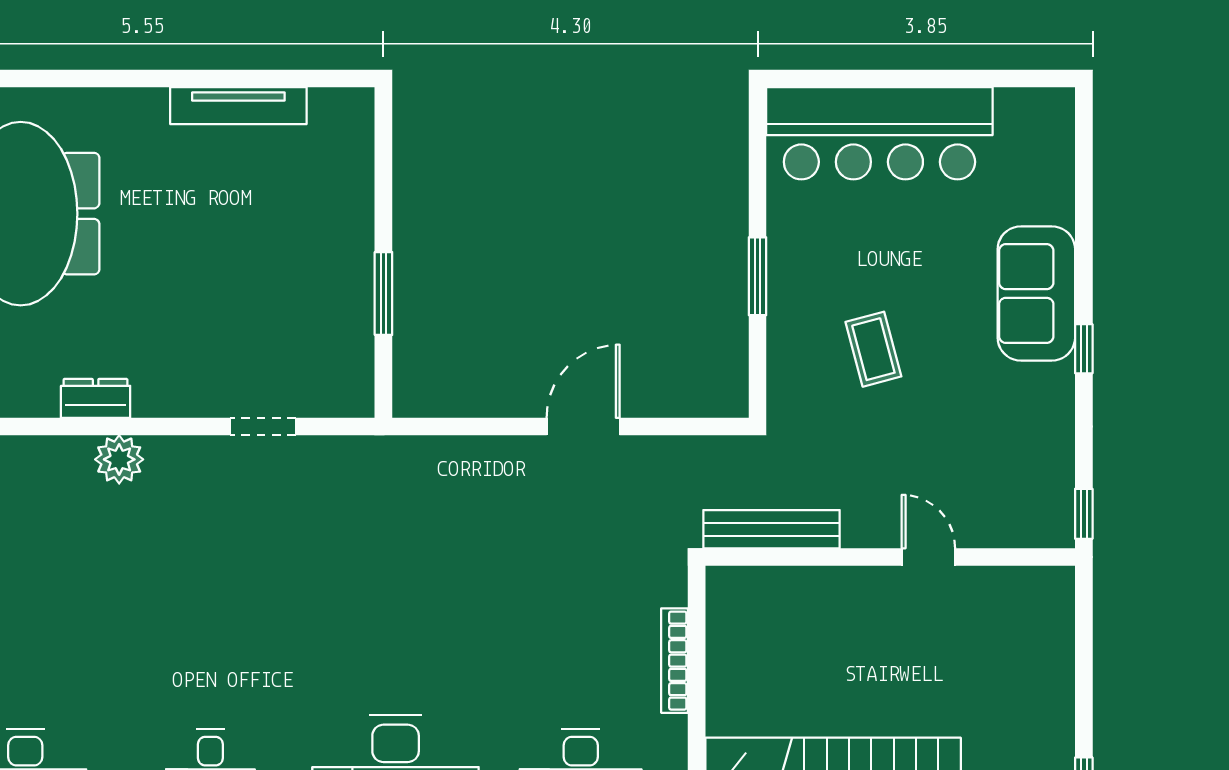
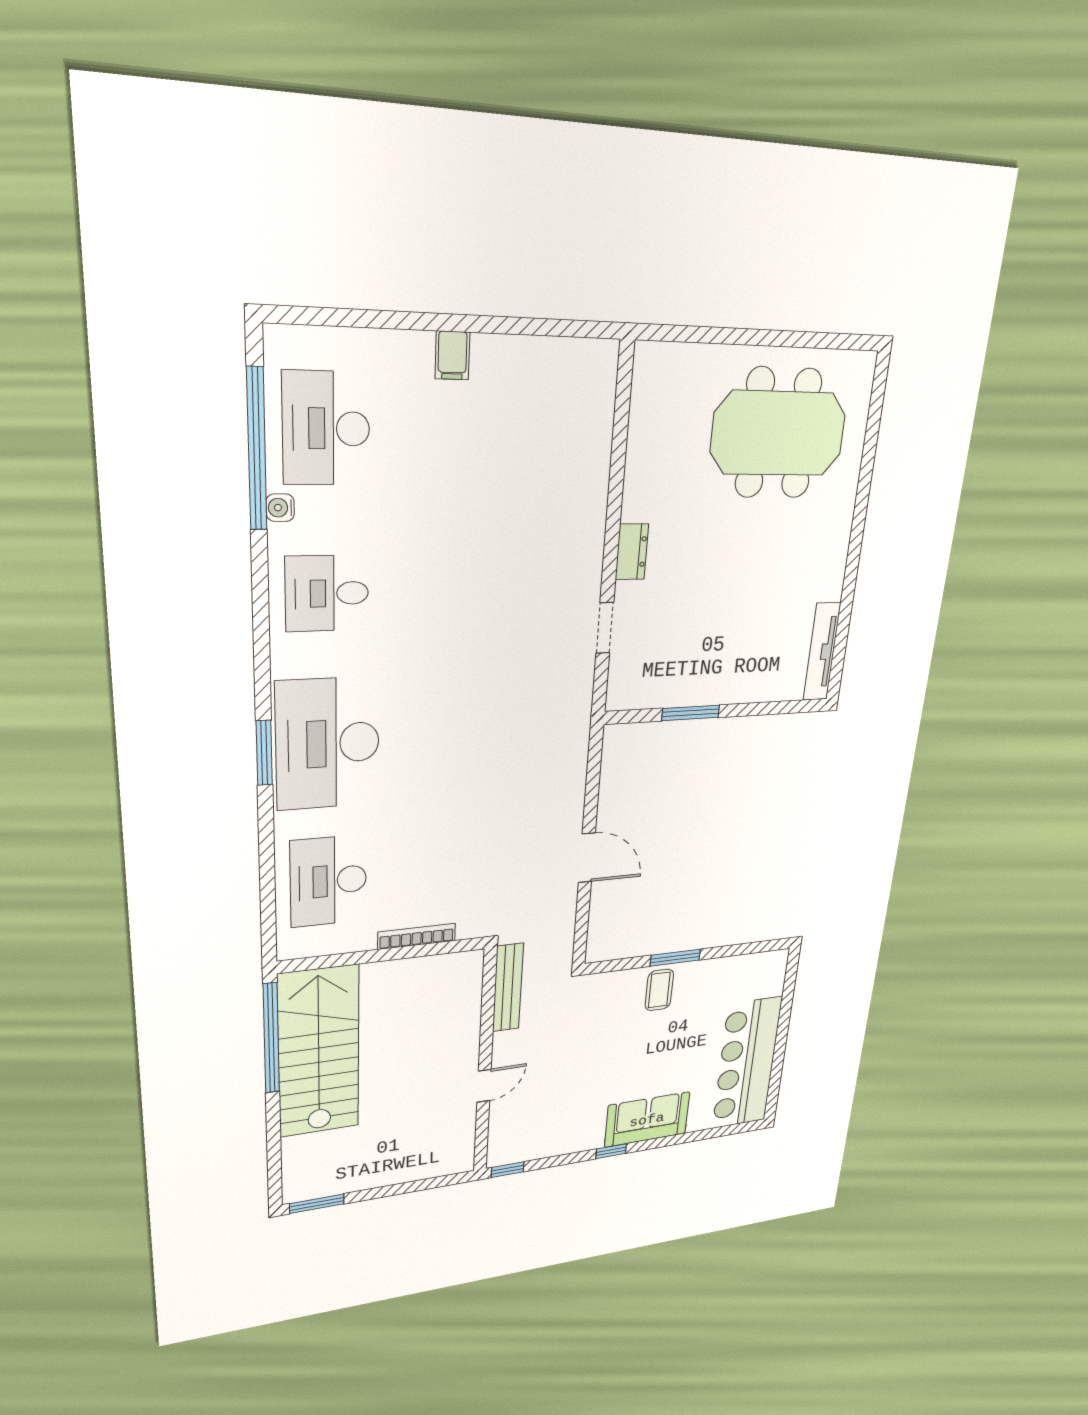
tv unit: (238, 106) -> (822, 652), moved
bar counter: (879, 133) -> (747, 1063), moved
coffee table: (873, 349) -> (659, 990), moved, turned -75
dresser: (96, 398) -> (632, 552), moved
plant: (119, 459) -> (589, 513), removed

